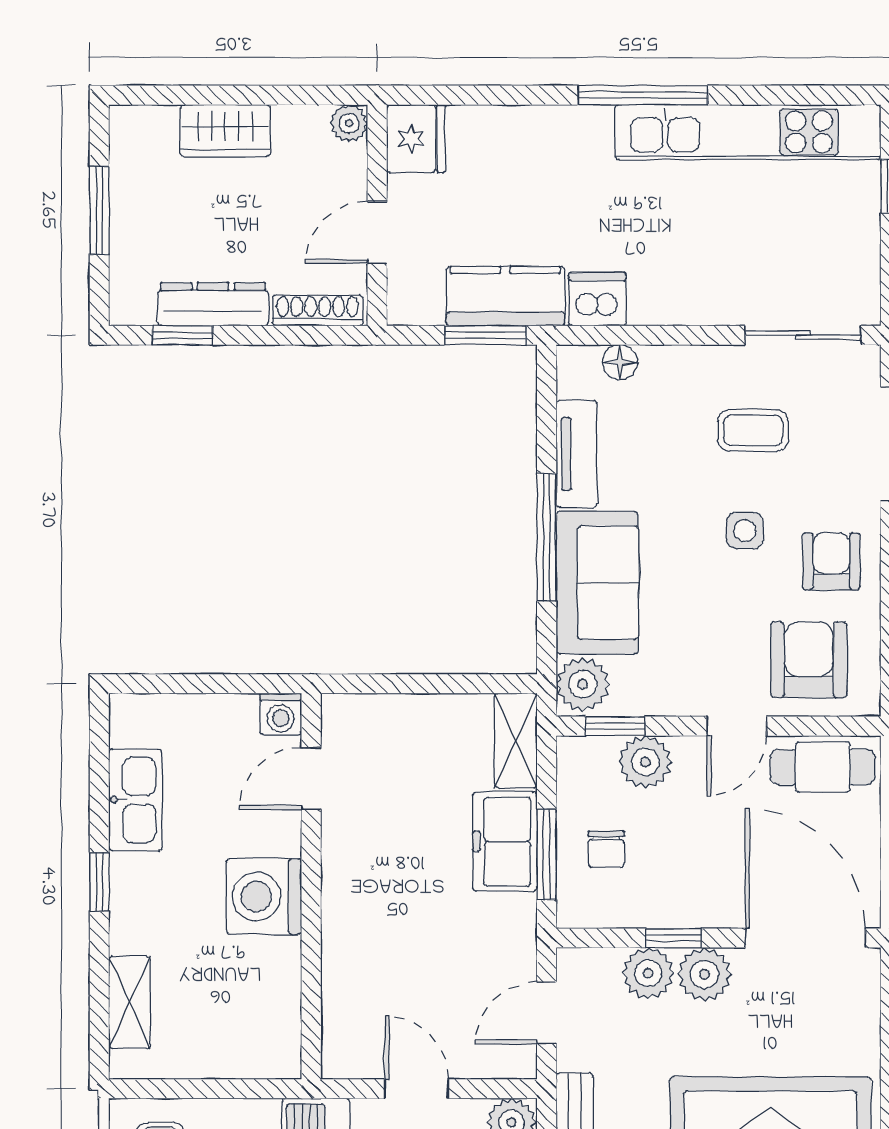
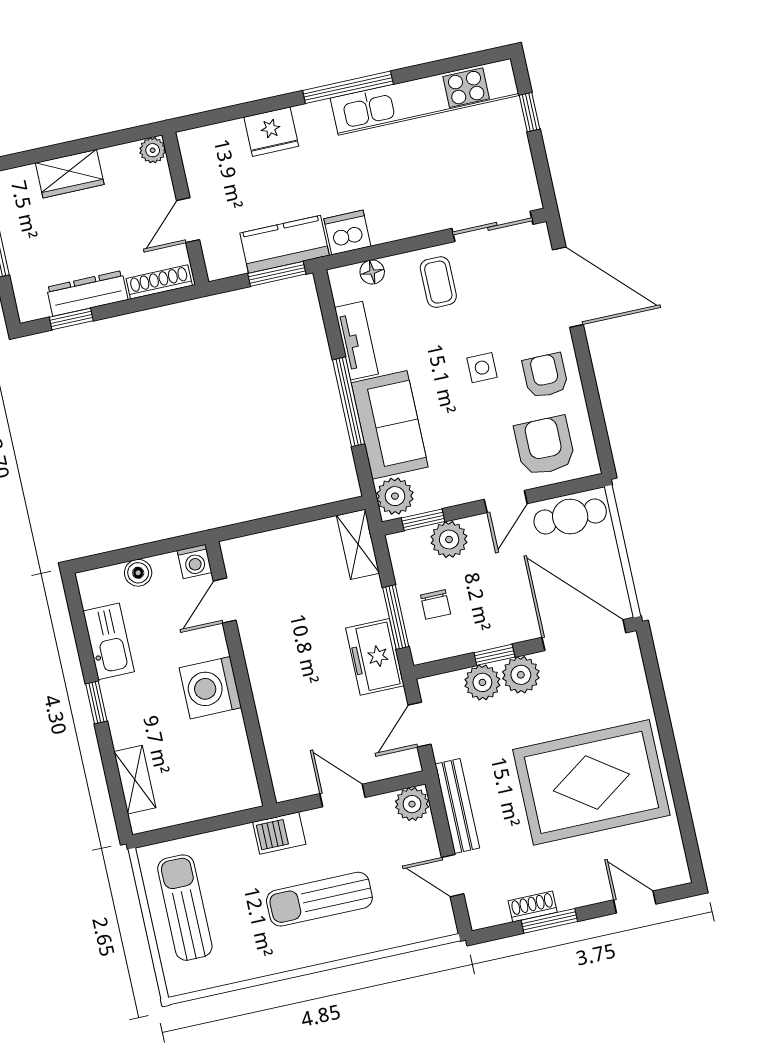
fridge: (416, 139) -> (271, 132), moved, turned 90
coffee table: (753, 430) -> (438, 282), moved, turned 90
boiler: (198, 713) -> (138, 573), added
freezer: (505, 841) -> (375, 657), moved

